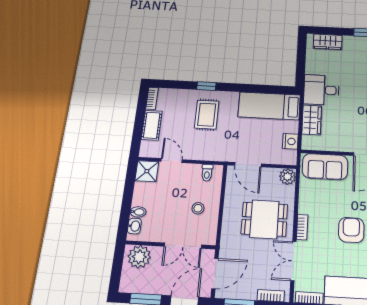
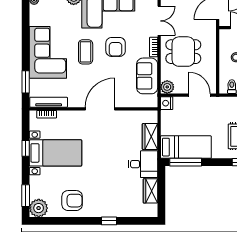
wardrobe: (328, 42) -> (150, 191), moved, turned -90
window: (271, 89) -> (186, 162), added
nightstand: (290, 141) -> (167, 103), moved
sofa: (325, 167) -> (147, 76), moved, turned -90

